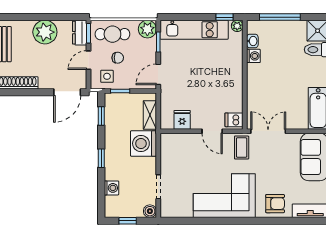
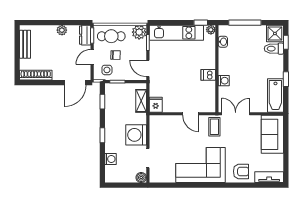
plant: (45, 32) -> (62, 30), width x0.53, depth x0.53
washing machine: (253, 56) -> (224, 81), moved
door: (158, 74) -> (148, 68), hinge flipped
fridge: (182, 120) -> (156, 105), moved
dishwasher: (234, 120) -> (208, 75), moved
washing machine: (144, 143) -> (136, 135), moved
window: (128, 221) -> (123, 185), removed

